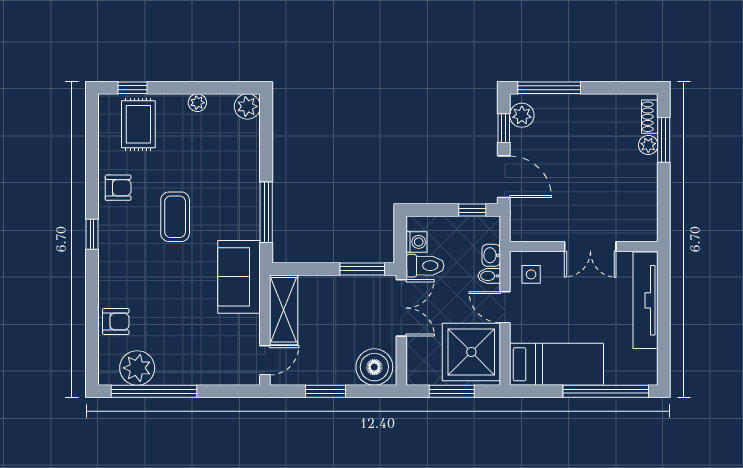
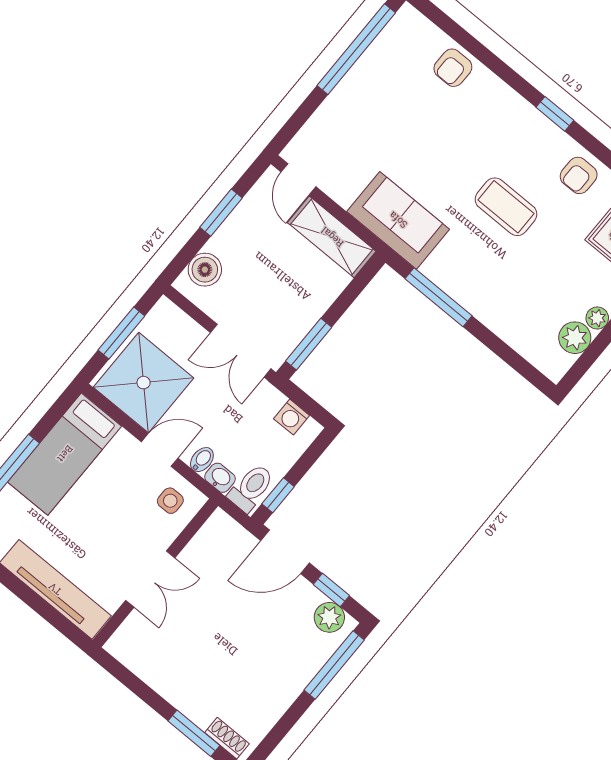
plant: (247, 106) -> (575, 338), moved
plant: (648, 145) -> (201, 714), removed
double door: (590, 247) -> (150, 579), swing flipped
toilet: (425, 266) -> (251, 488), moved, turned 180
boiler: (374, 367) -> (205, 270), width x0.73, depth x0.73
plant: (137, 368) -> (392, 51), removed

